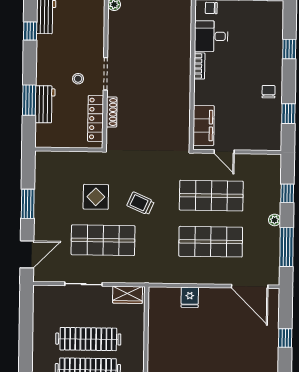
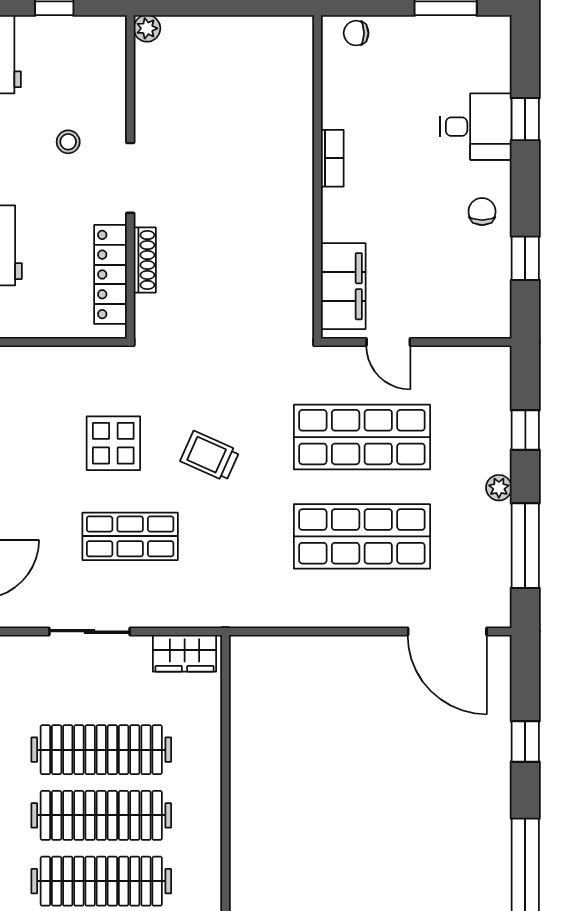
desk: (211, 36) -> (476, 127), moved, turned 180
stool: (78, 79) -> (68, 142), moved
shop shelf: (103, 240) -> (130, 536), width x0.70, depth x0.74
fridge: (190, 297) -> (319, 657), removed

